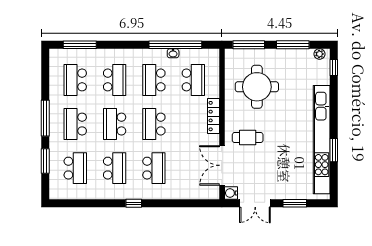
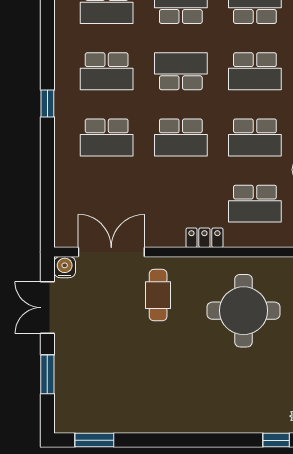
school desk: (154, 80) -> (255, 137), turned 180
locker: (214, 116) -> (204, 238), width x0.66
school desk: (154, 124) -> (181, 137), turned 180
kitchen unit: (322, 140) -> (154, 420), removed
window: (334, 150) -> (94, 440), moved

